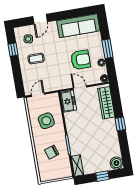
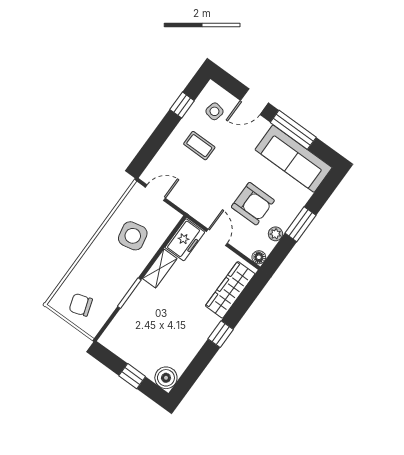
window: (67, 15) -> (293, 130), added
chair: (52, 152) -> (81, 305), moved
shelving: (77, 166) -> (160, 269), moved

